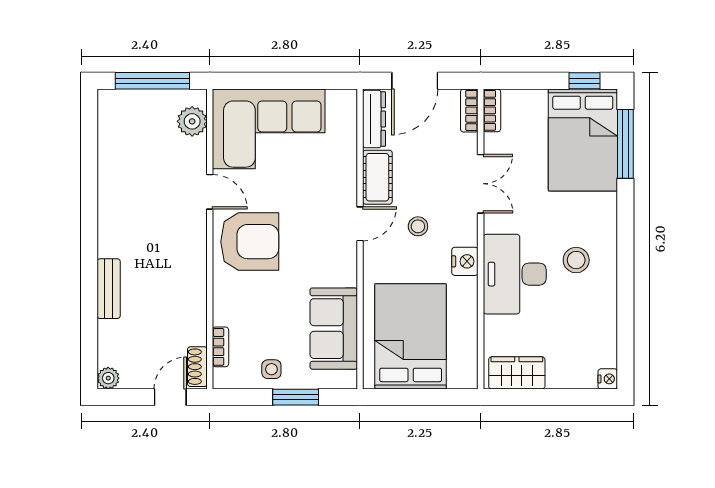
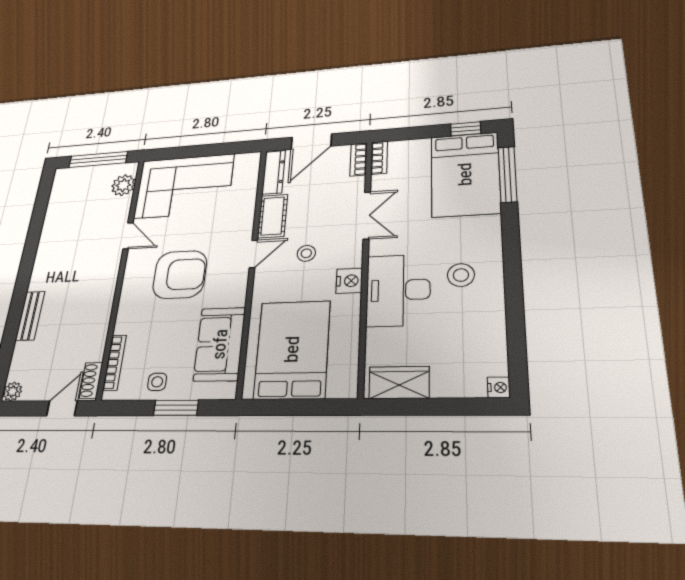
armchair: (250, 242) -> (180, 274), moved
bookcase: (221, 347) -> (115, 362), width x1.56

